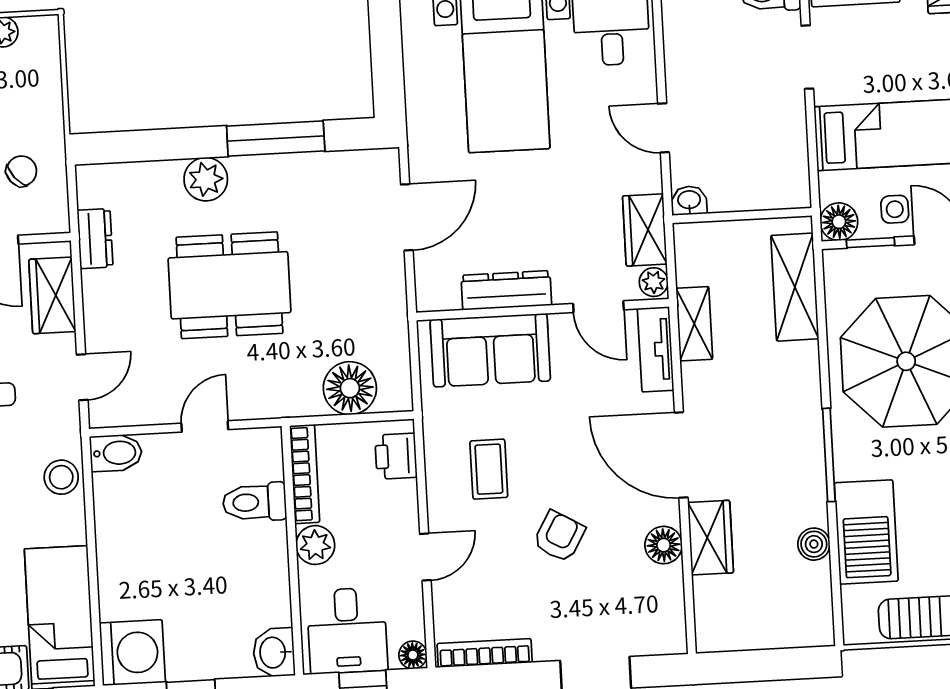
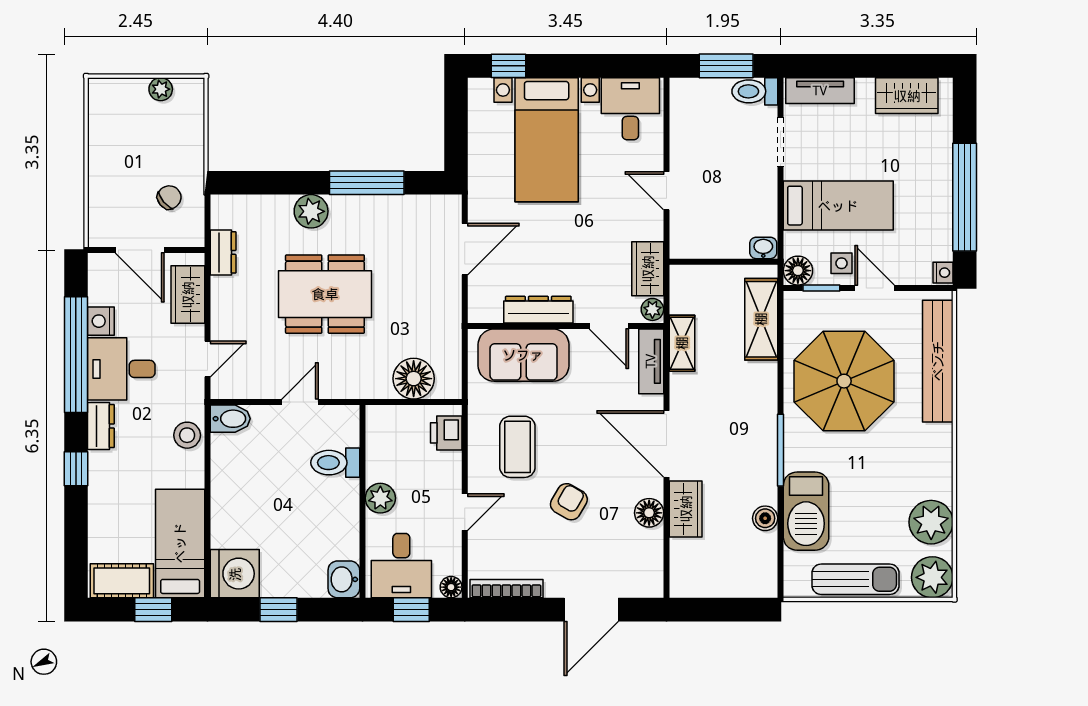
washbasin: (689, 201) -> (763, 248), moved
coffee table: (489, 469) -> (517, 447), width x1.36, depth x1.30
bookcase: (305, 474) -> (375, 443), removed

